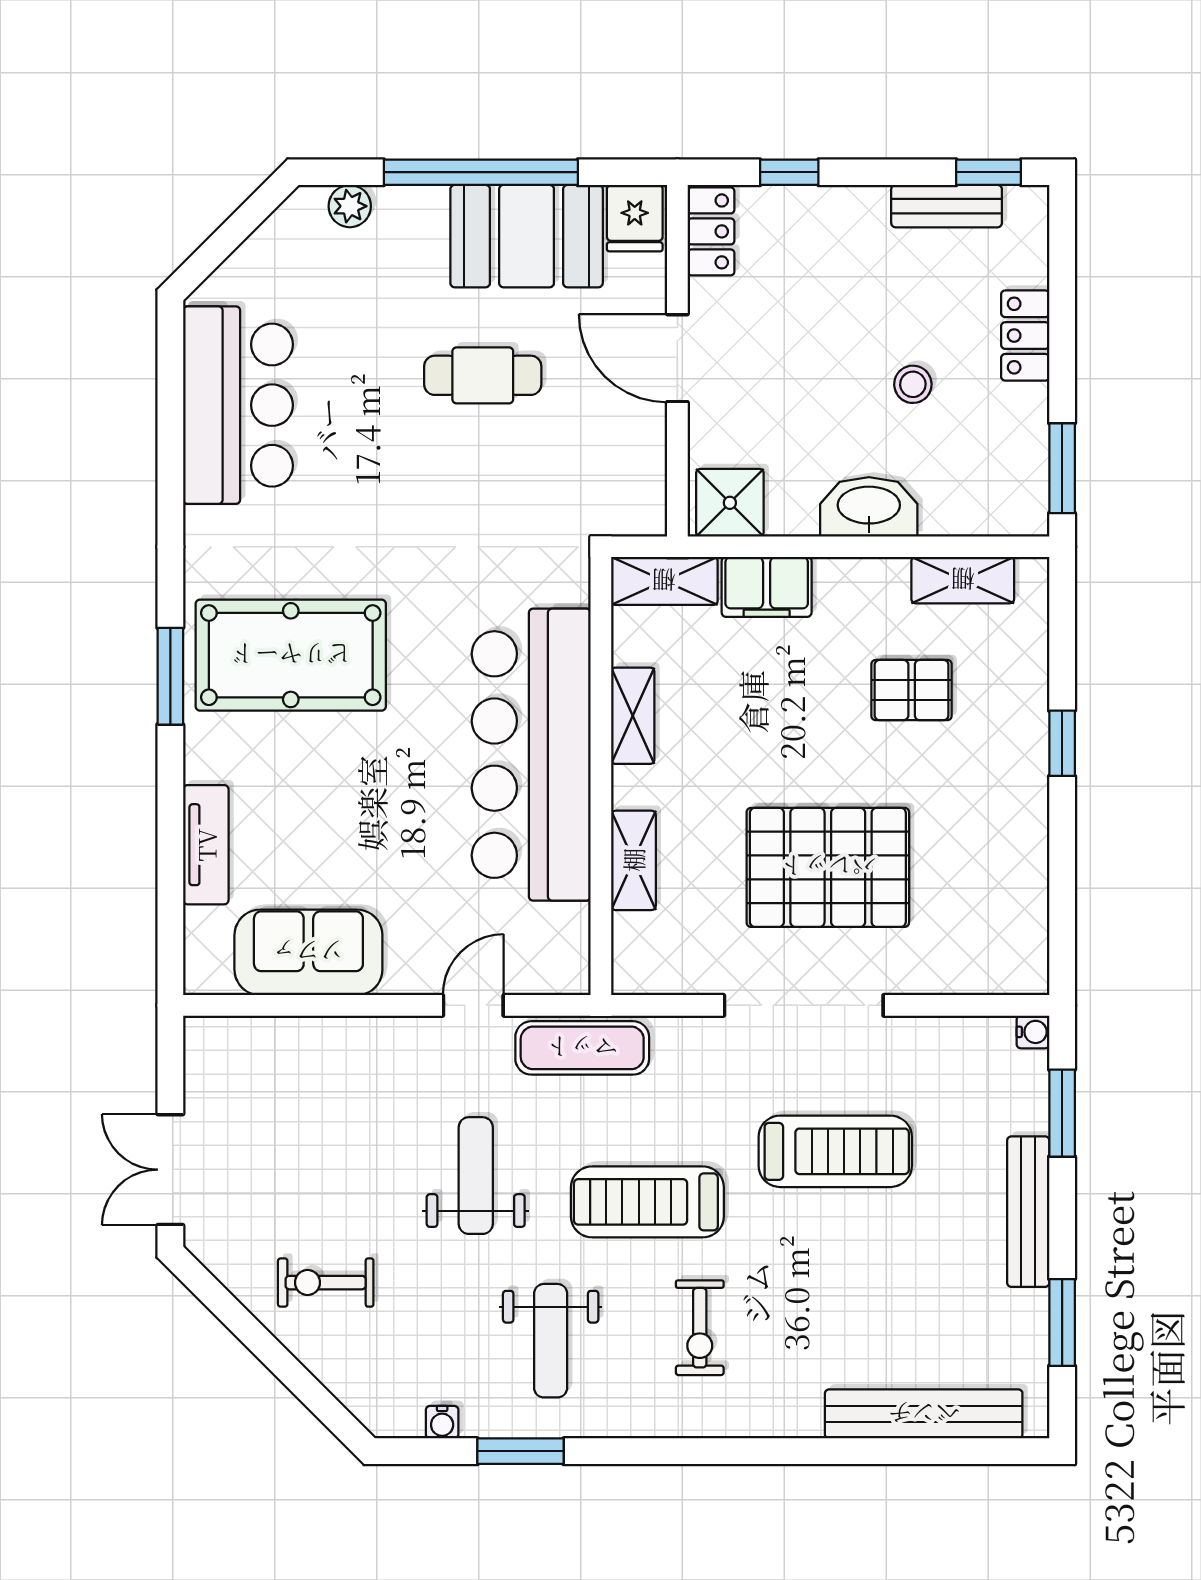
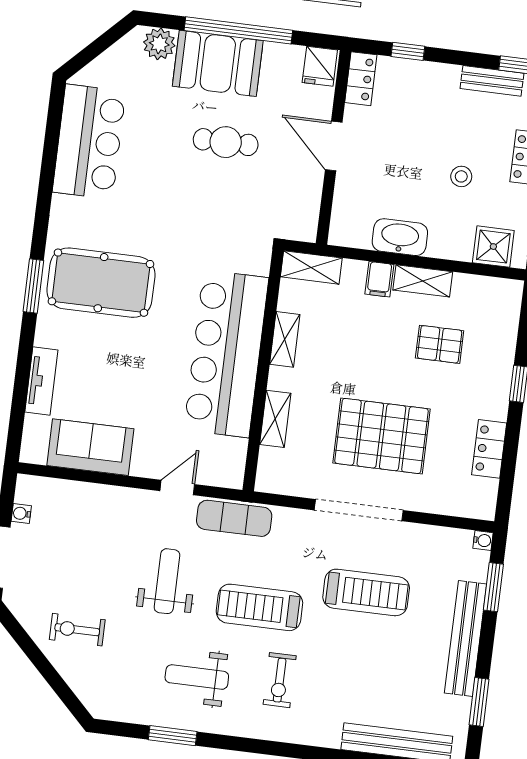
plant: (350, 206) -> (159, 44), width x1.38, depth x1.38
booth: (527, 236) -> (218, 63), moved
shower: (730, 503) -> (493, 247), moved
washbasin: (869, 507) -> (400, 237), moved
shelving: (963, 580) -> (423, 281), moved
filing cabinet: (767, 587) -> (379, 279), width x0.50
locker: (1024, 866) -> (489, 449), added
bench: (1028, 1212) -> (466, 639), width x1.37, depth x1.21
weight bench: (551, 1341) -> (197, 677), turned 90
water cooler: (442, 1422) -> (21, 513), moved, turned 90

